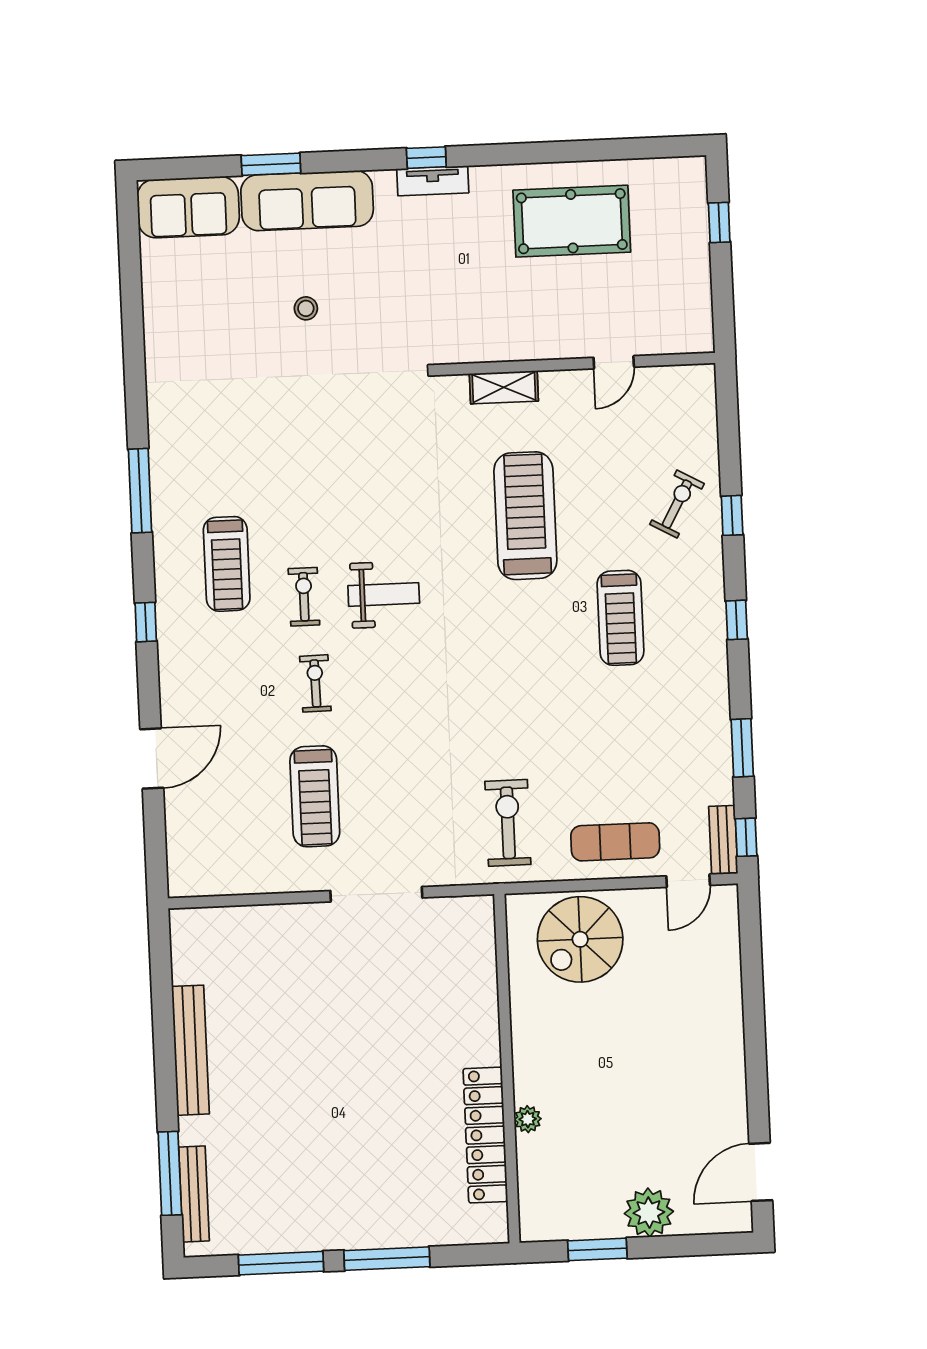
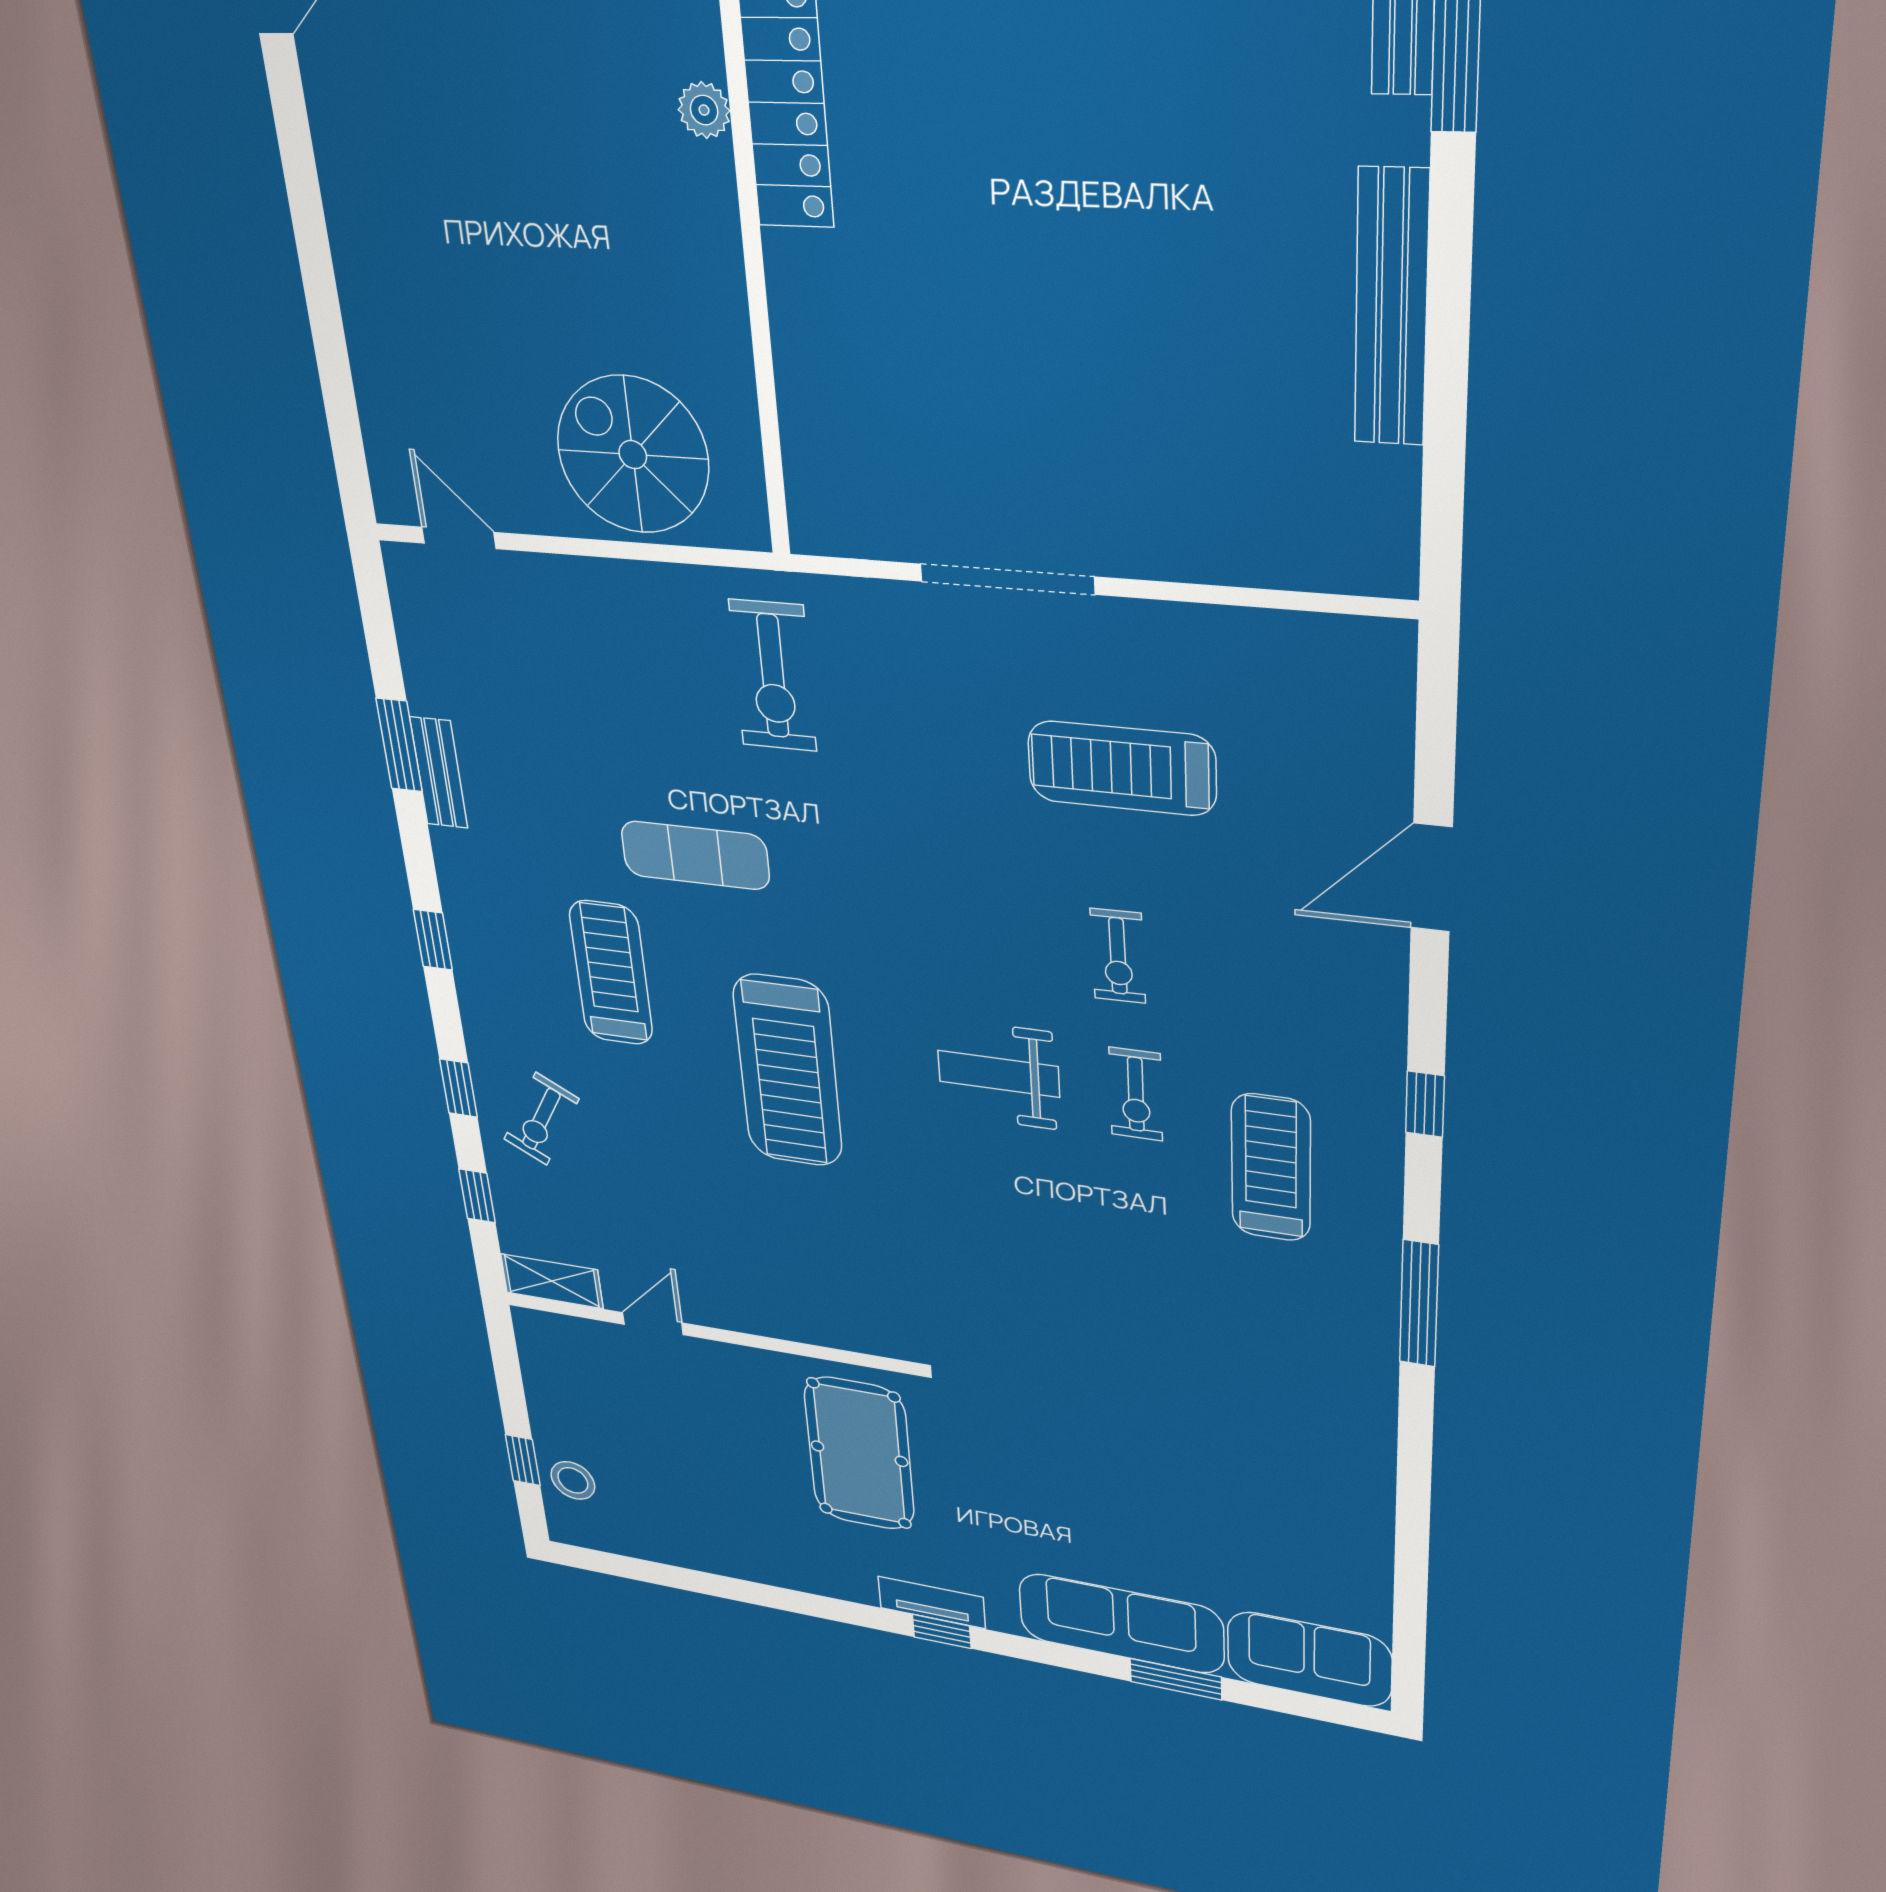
pool table: (572, 221) -> (859, 1454), moved, turned 90
stool: (306, 308) -> (573, 1480), moved, width x1.37, depth x1.37
shelving: (504, 387) -> (552, 1281), moved
treadmill: (525, 516) -> (788, 1071), moved
treadmill: (315, 796) -> (1122, 768), turned -90
window: (746, 837) -> (477, 1196), moved
bench: (723, 840) -> (439, 773), moved
exercise mat: (615, 842) -> (695, 855), moved
door: (688, 881) -> (459, 538), hinge flipped
spiral stairs: (580, 939) -> (633, 455), turned -90

